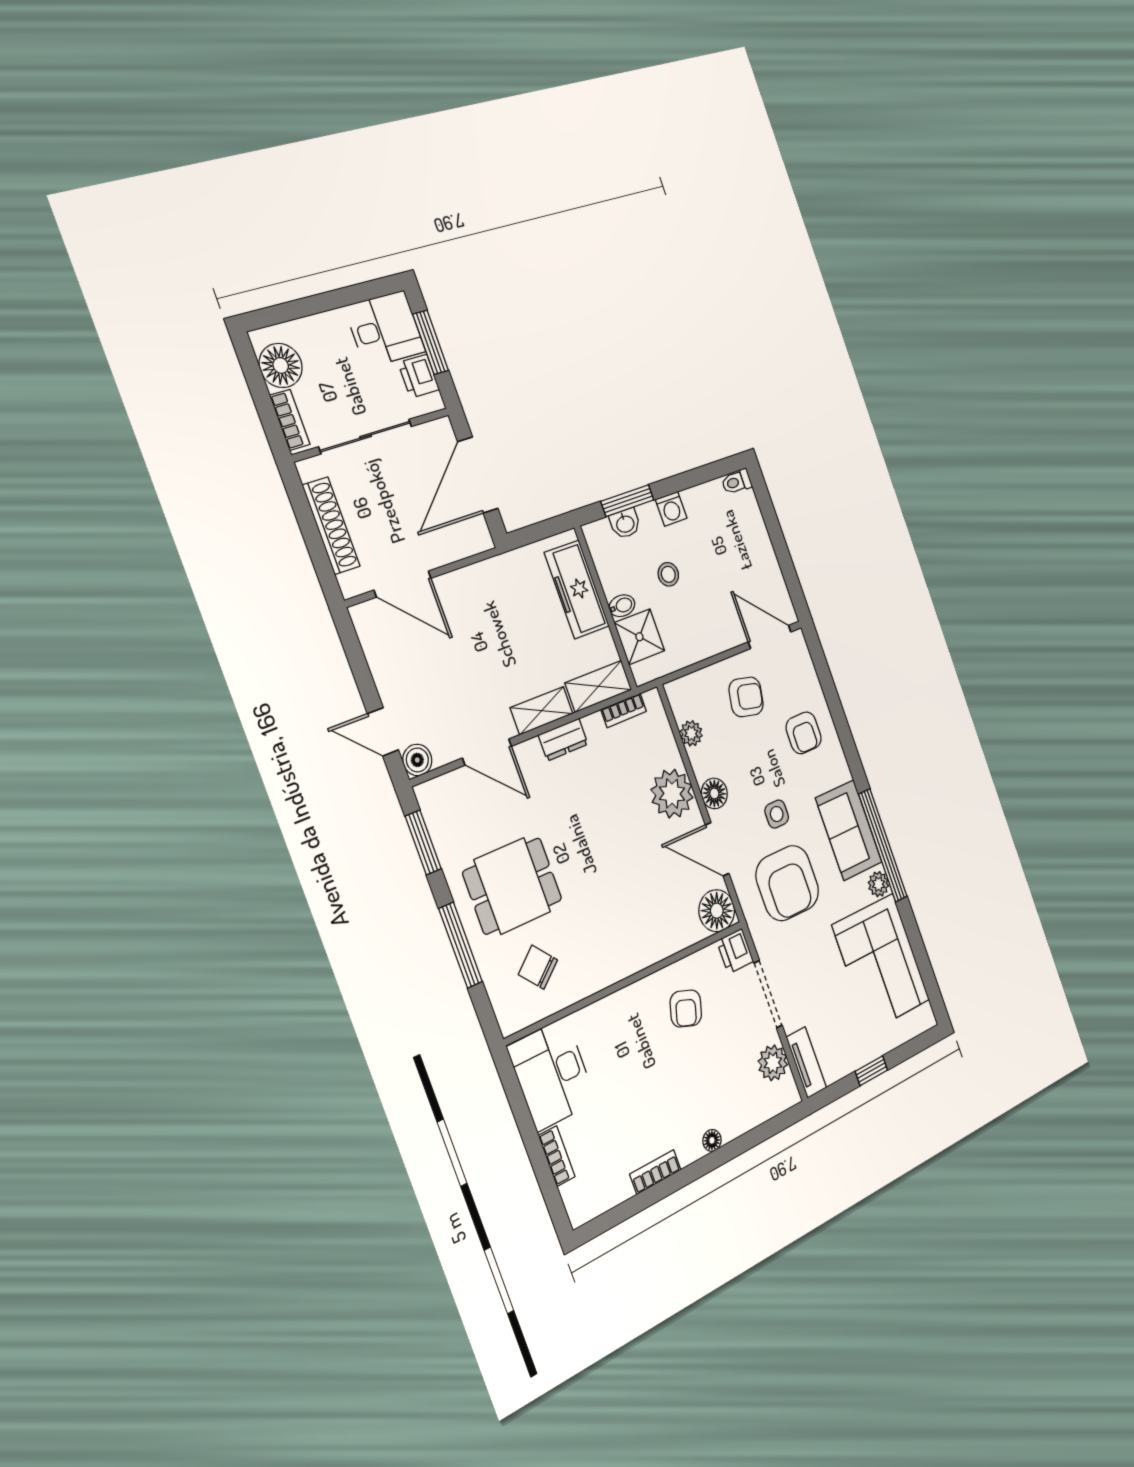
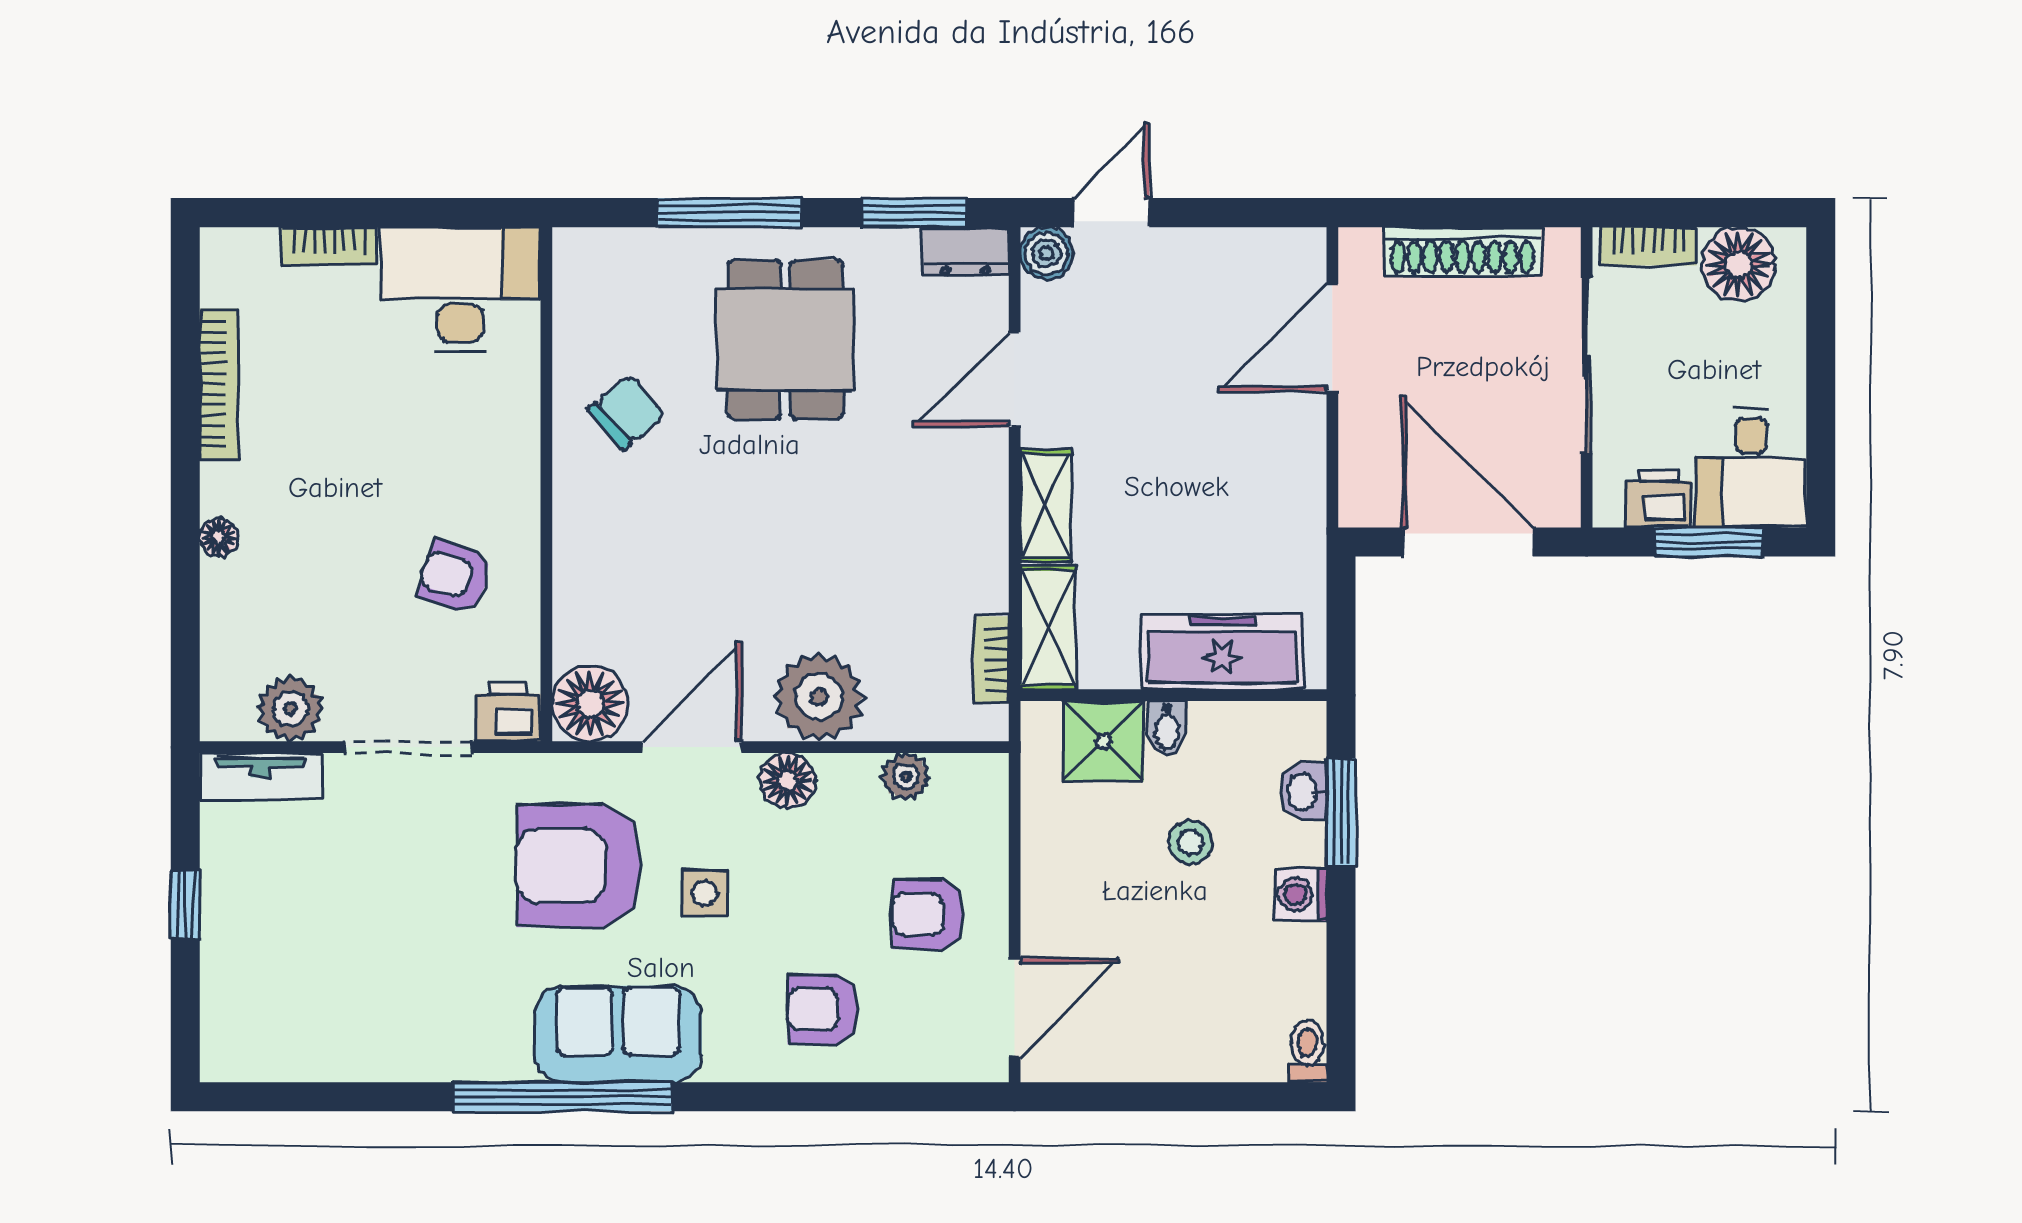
armchair: (746, 697) -> (928, 914), turned 78
dresser: (563, 740) -> (965, 251), moved, turned -90
plant: (879, 884) -> (499, 1058), removed
corner sofa: (881, 963) -> (361, 1005), removed
chair: (538, 967) -> (627, 412), moved
bookcase: (655, 1172) -> (219, 384), width x1.56

